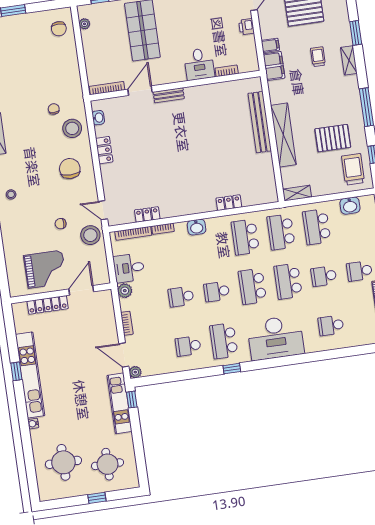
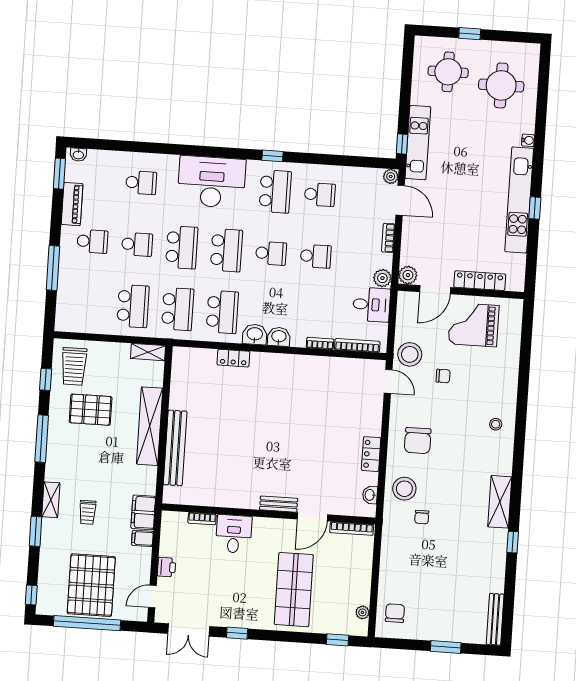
washbasin: (350, 206) -> (255, 334), moved
locker: (147, 214) -> (336, 365), removed
plant: (105, 297) -> (408, 275), added

